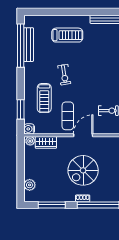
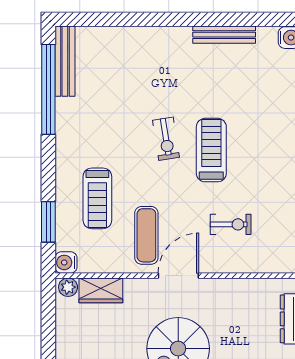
treadmill: (67, 35) -> (211, 150), moved, turned -90
bench: (29, 45) -> (65, 61), moved
exercise bike: (64, 75) -> (166, 139), moved

